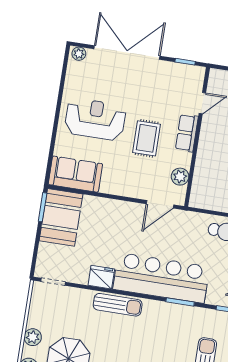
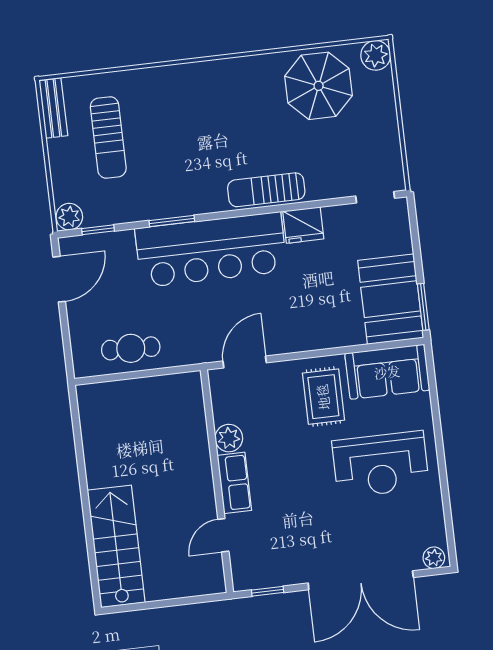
rug: (146, 138) -> (323, 397), moved
plant: (180, 177) -> (229, 438), moved
plant: (33, 337) -> (383, 103), removed

